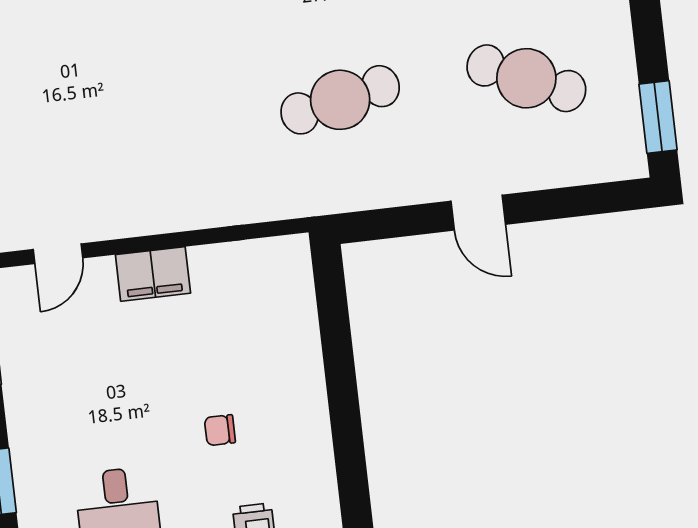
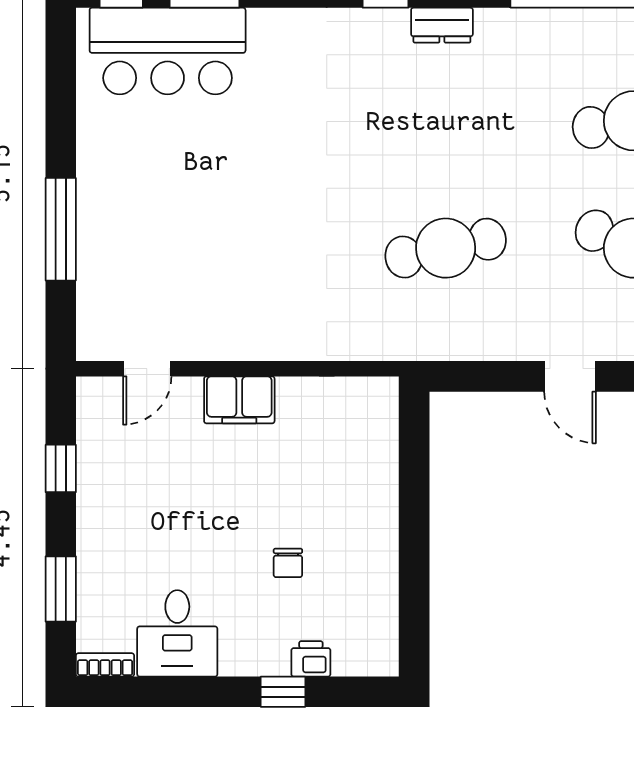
chair: (220, 430) -> (288, 563), turned -90

